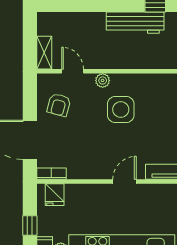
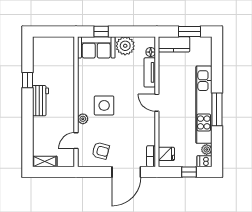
workbench: (135, 23) -> (41, 101), width x0.73
shelving: (44, 53) -> (45, 161), moved

